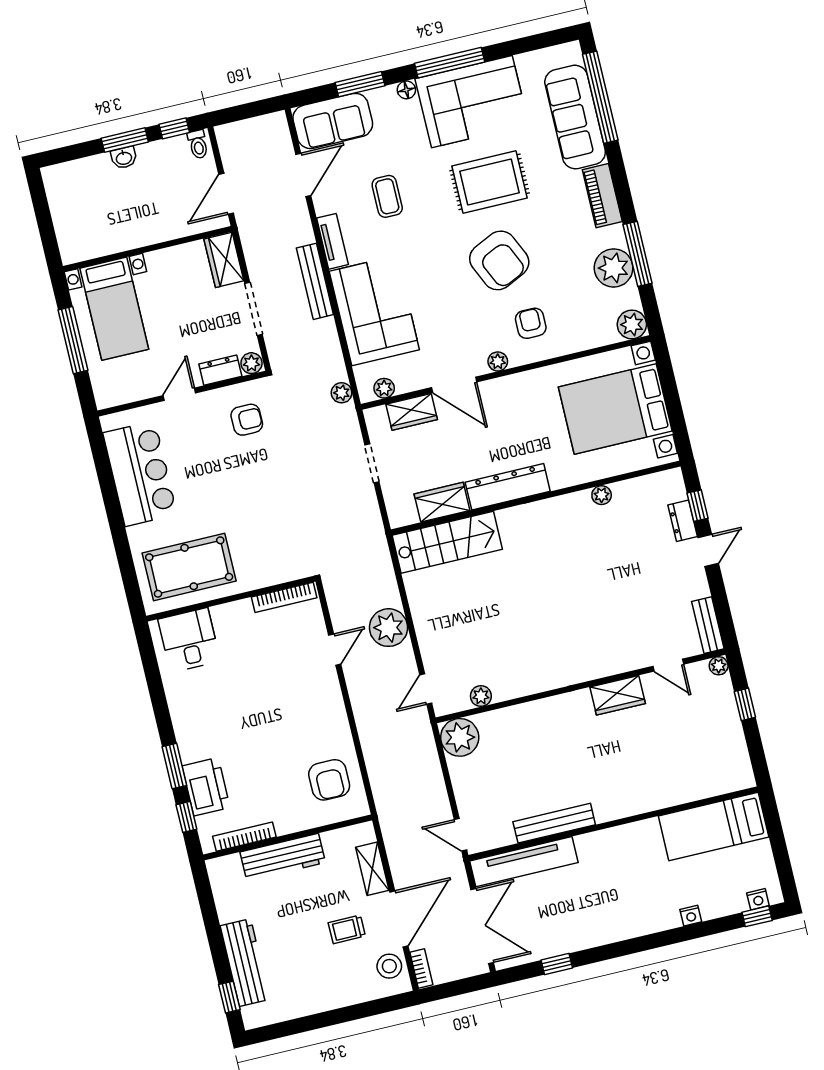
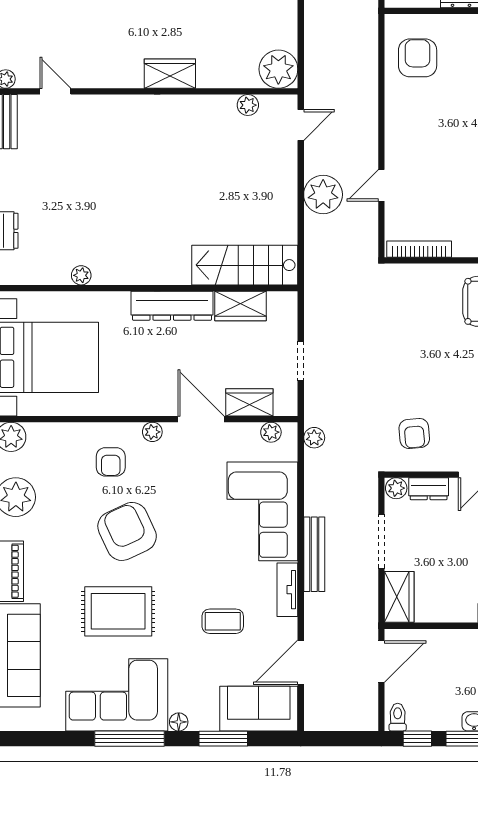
coffee table: (387, 196) -> (223, 621), turned 90
armchair: (247, 420) -> (414, 433), turned -95
wardrobe: (618, 695) -> (170, 74), moved

